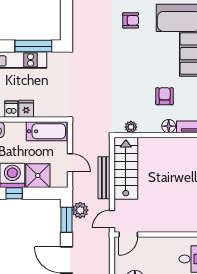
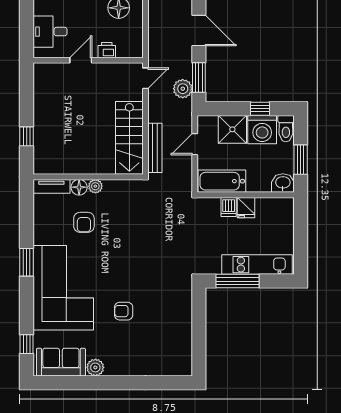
dishwasher: (11, 109) -> (229, 207), moved
plant: (131, 127) -> (95, 186), moved
door: (70, 163) -> (195, 144), hinge flipped
bench: (104, 178) -> (155, 148), moved
door: (128, 234) -> (81, 60), moved
printer: (145, 243) -> (107, 50), added

